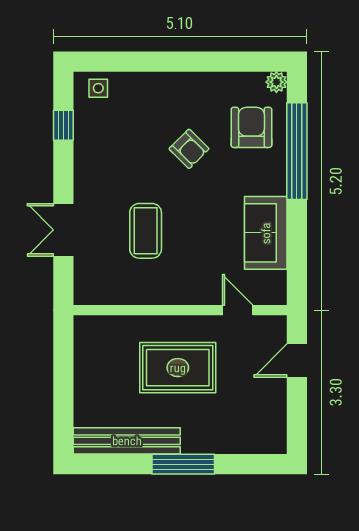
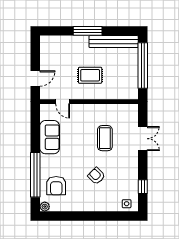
armchair: (189, 149) -> (96, 176), moved
rug: (178, 368) -> (90, 75), width x0.73, depth x0.70
window: (63, 389) -> (143, 66), added

